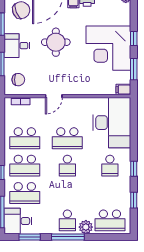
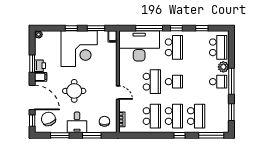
window: (134, 135) -> (149, 28), added
school desk: (110, 166) -> (174, 47), width x1.85
desk: (18, 221) -> (219, 122), removed

